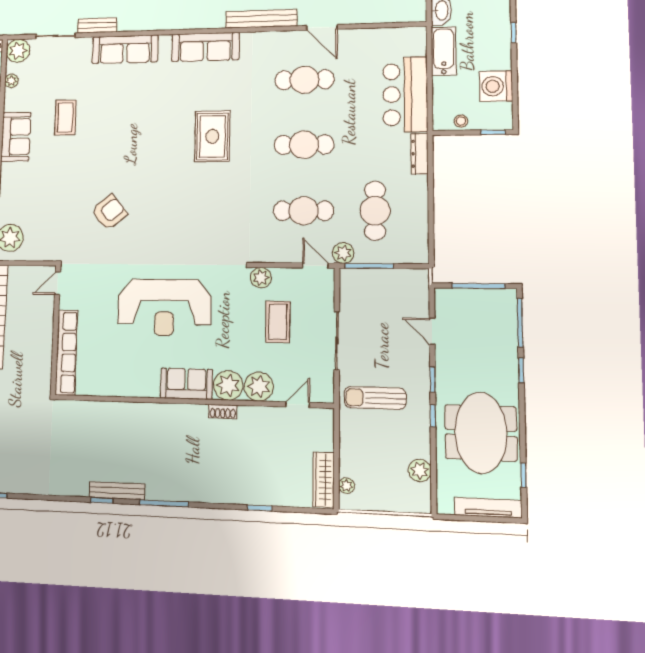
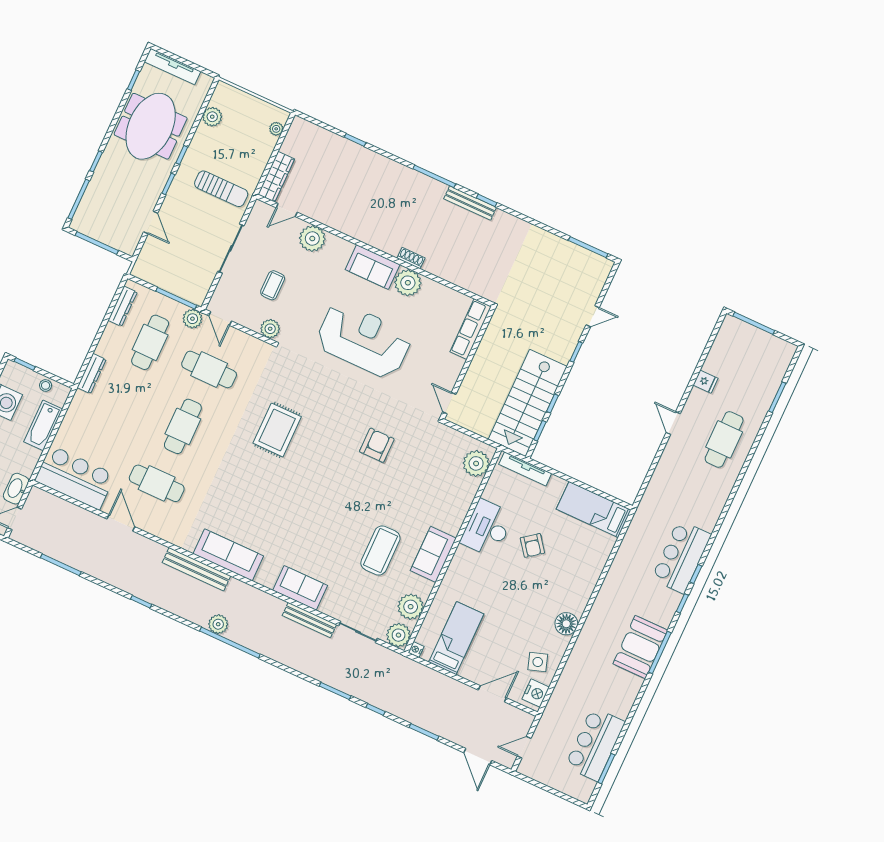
bench: (261, 19) -> (196, 569), moved
bench: (97, 25) -> (309, 620), width x1.36
sofa: (125, 49) -> (300, 588), width x0.73
bathtub: (444, 51) -> (43, 425), moved
plant: (11, 81) -> (411, 607), width x1.87, depth x1.87
bar counter: (405, 94) -> (75, 478), moved, turned -90
coffee table: (65, 118) -> (380, 550), width x1.36, depth x1.32
rug: (212, 136) -> (277, 430), moved
cafe table: (304, 145) -> (183, 426), turned 90
armchair: (109, 212) -> (377, 445), turned 130
dresser: (420, 234) -> (123, 306), added
door: (58, 283) -> (449, 403), swing flipped
coffee table: (278, 322) -> (273, 285), width x0.73, depth x0.77
row of seats: (66, 352) -> (471, 329), width x0.73
plant: (228, 385) -> (408, 283), moved
shoe rack: (223, 411) -> (411, 258), moved
wardrobe: (323, 480) -> (276, 177), moved

